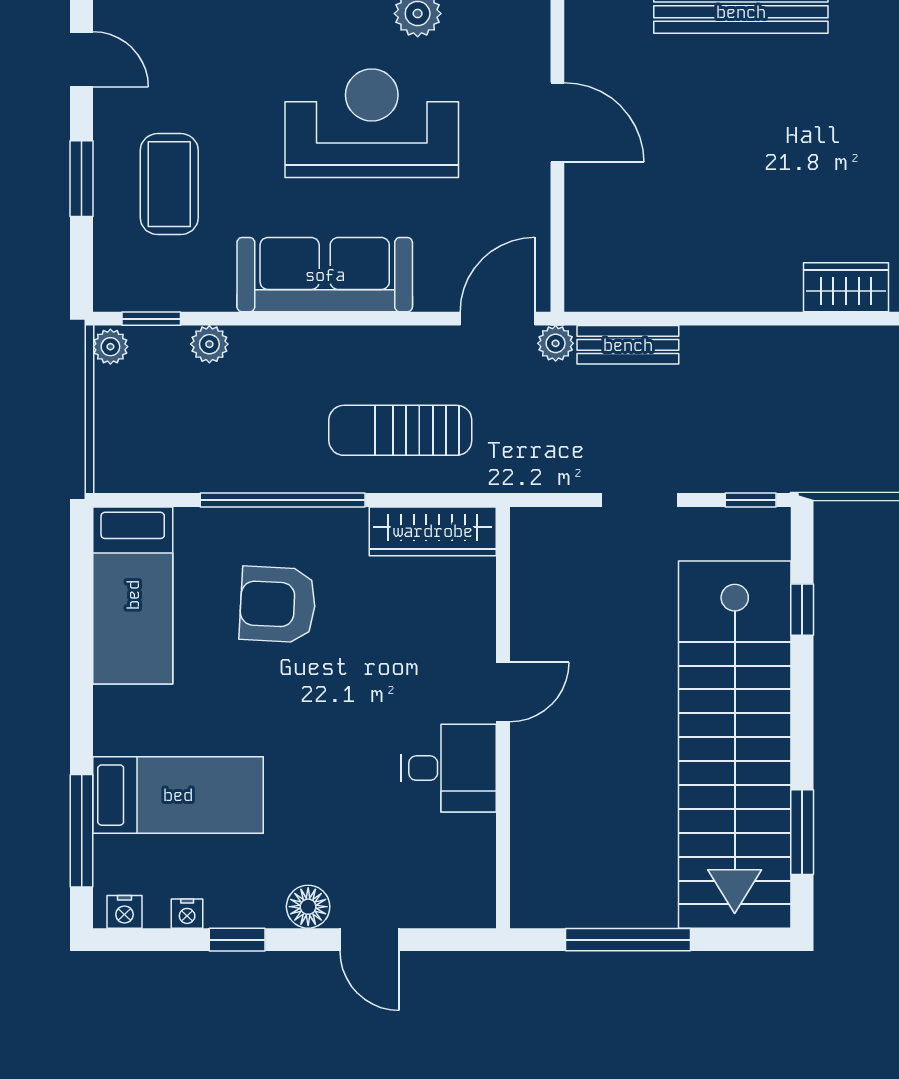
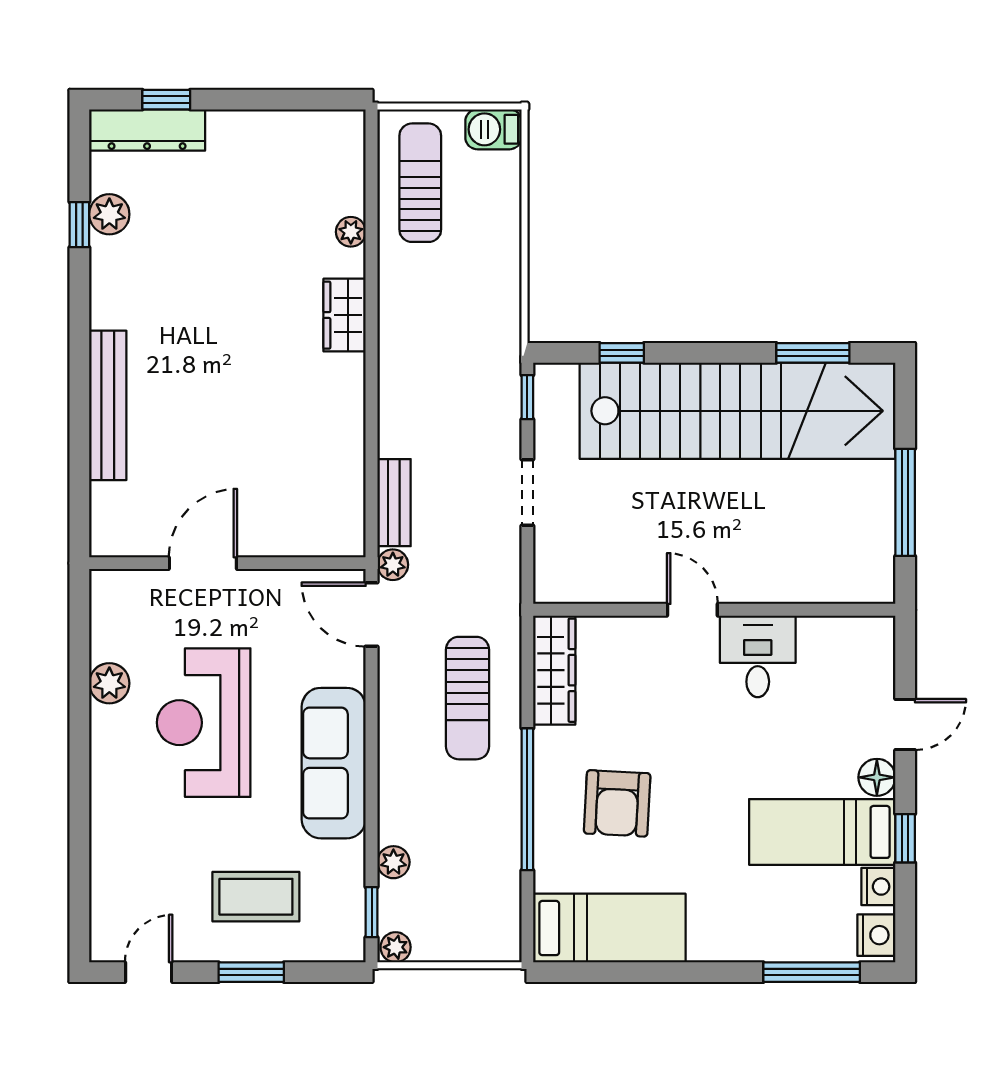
bed: (178, 795) -> (822, 832), moved, turned -90
nightstand: (124, 912) -> (876, 935), width x1.39, depth x1.35
nightstand: (187, 914) -> (878, 887), width x1.39, depth x1.35

